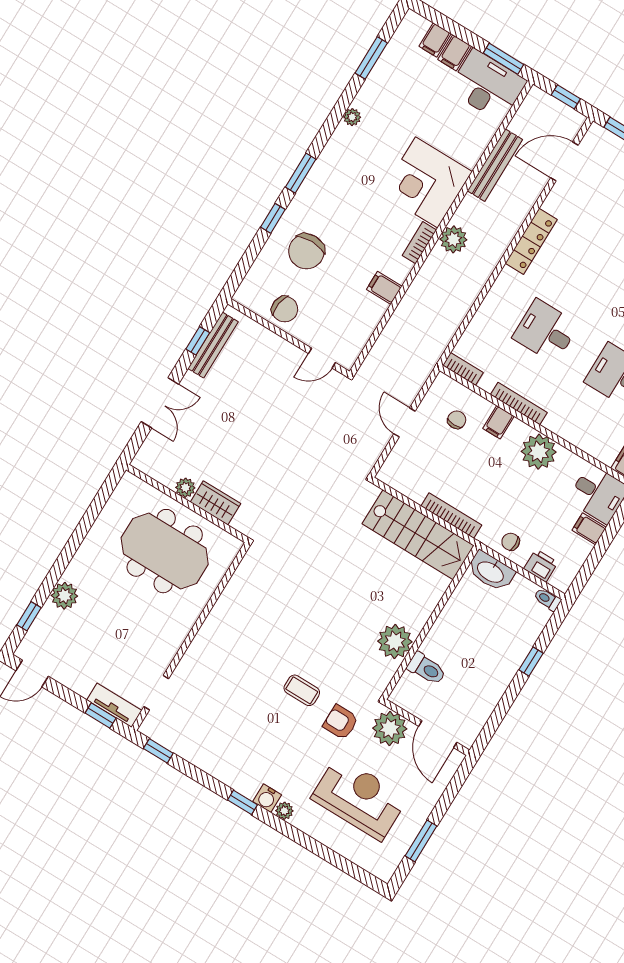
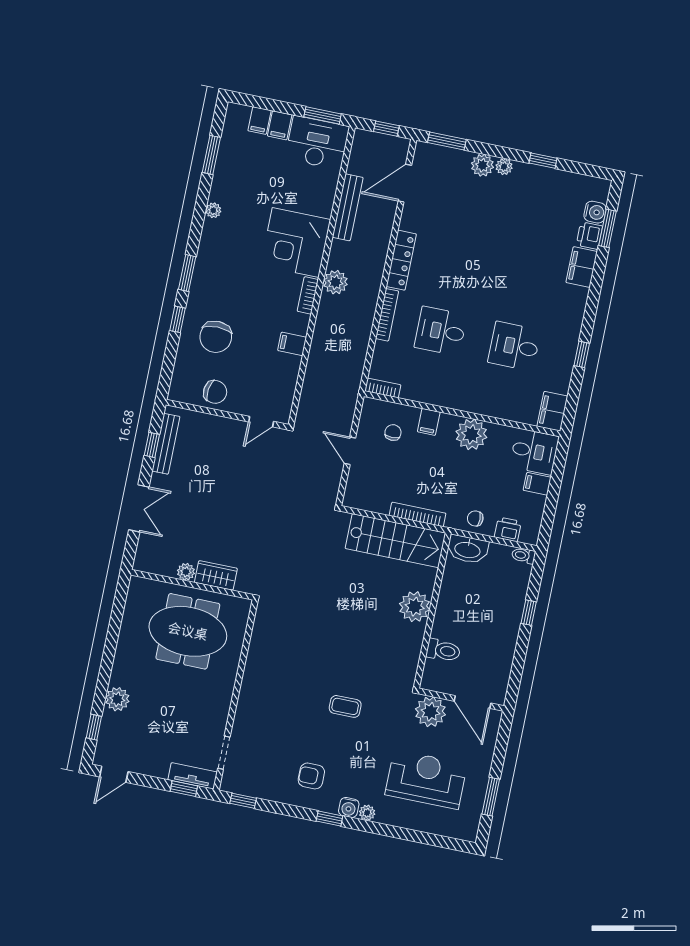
bookcase: (519, 403) -> (387, 315), moved, turned 90
plant: (395, 641) -> (415, 607), moved
armchair: (341, 722) -> (311, 776), moved

